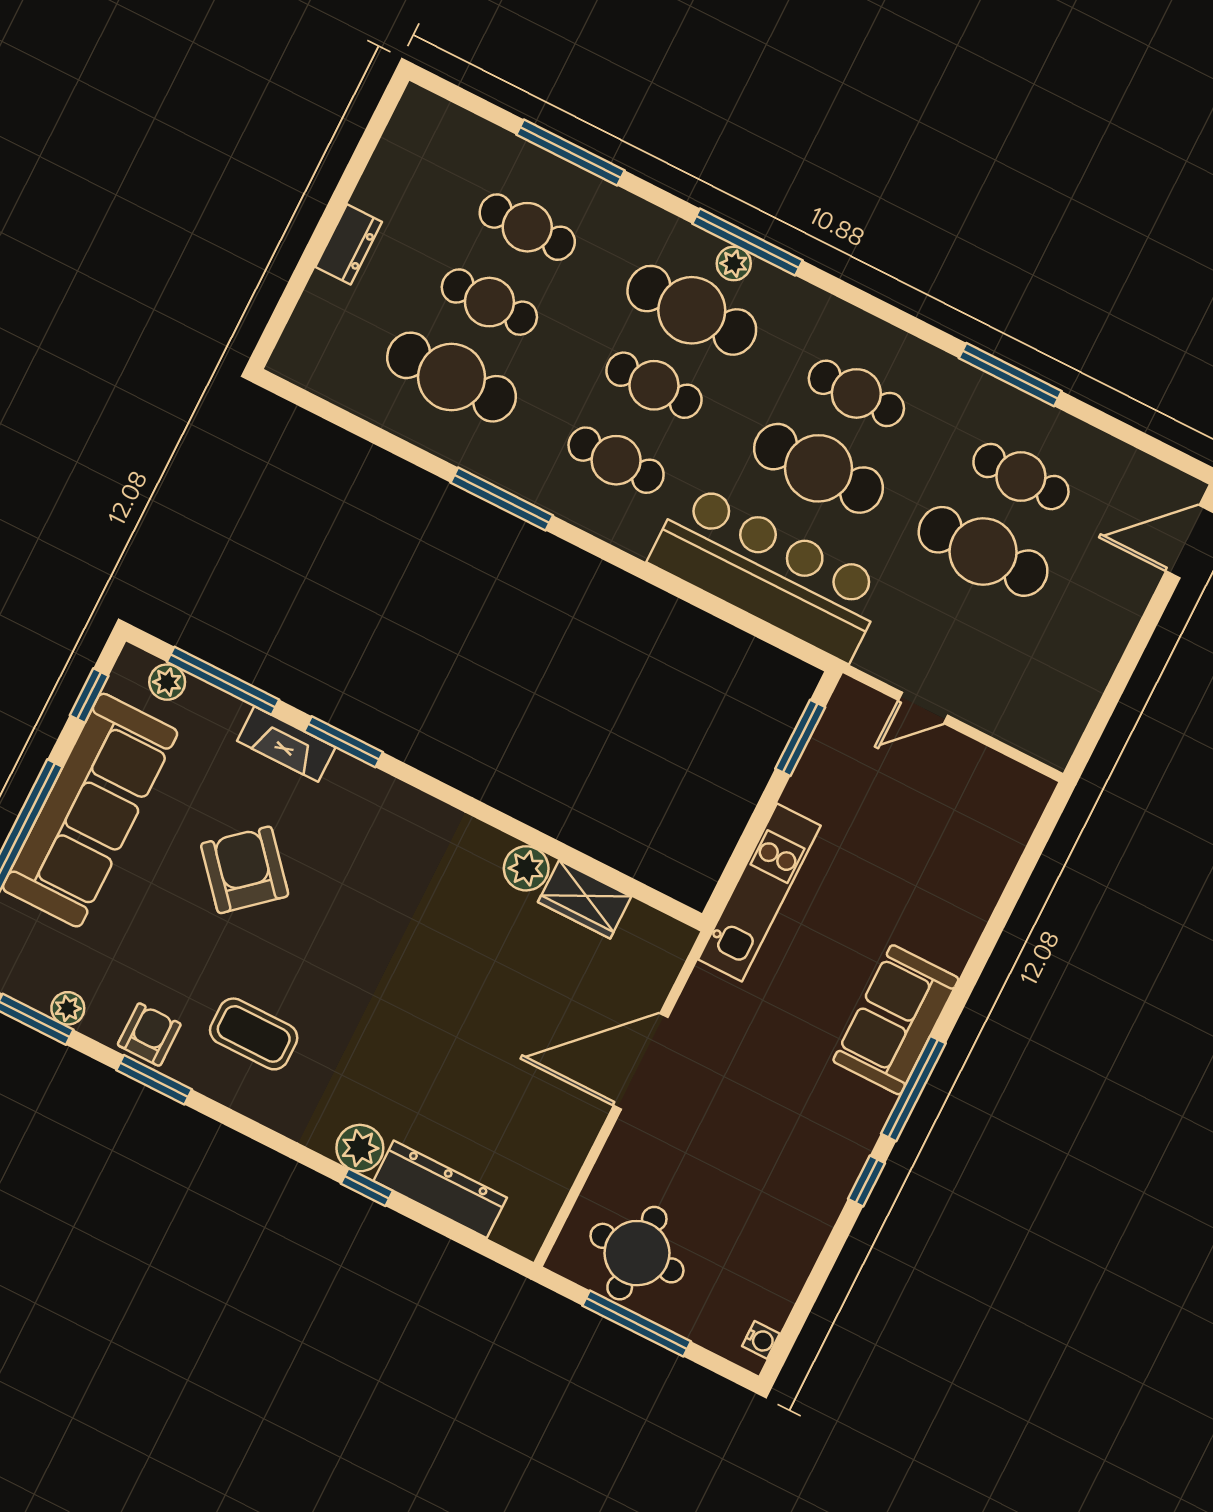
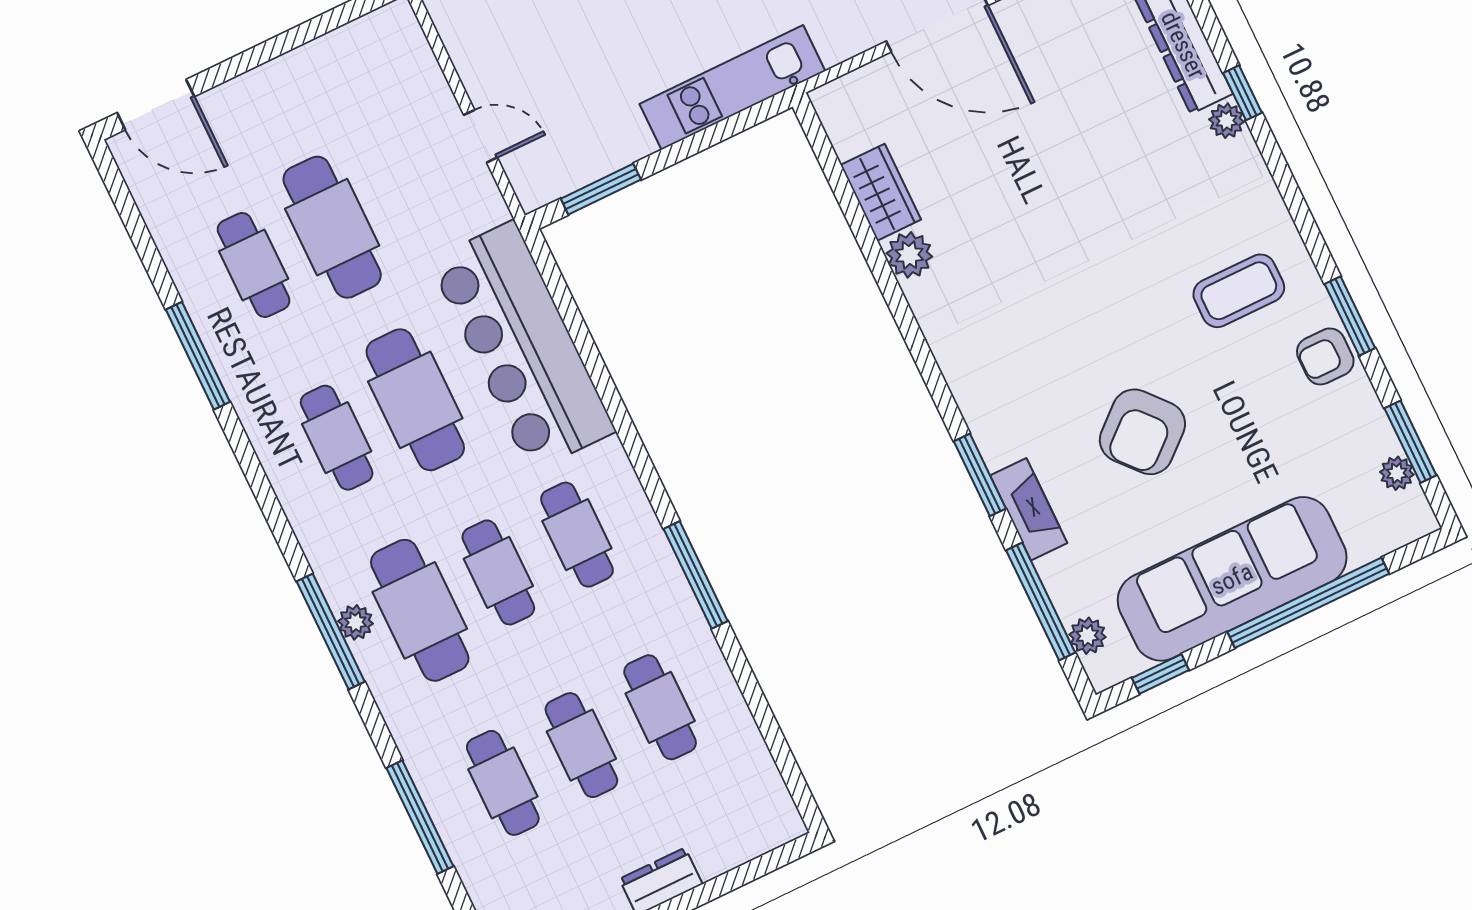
cafe table: (452, 377) -> (660, 707), width x0.73, depth x0.74
plant: (68, 1008) -> (1397, 473), moved
coffee table: (254, 1034) -> (1239, 291), turned 90
plant: (360, 1148) -> (1226, 121), width x0.73, depth x0.73

